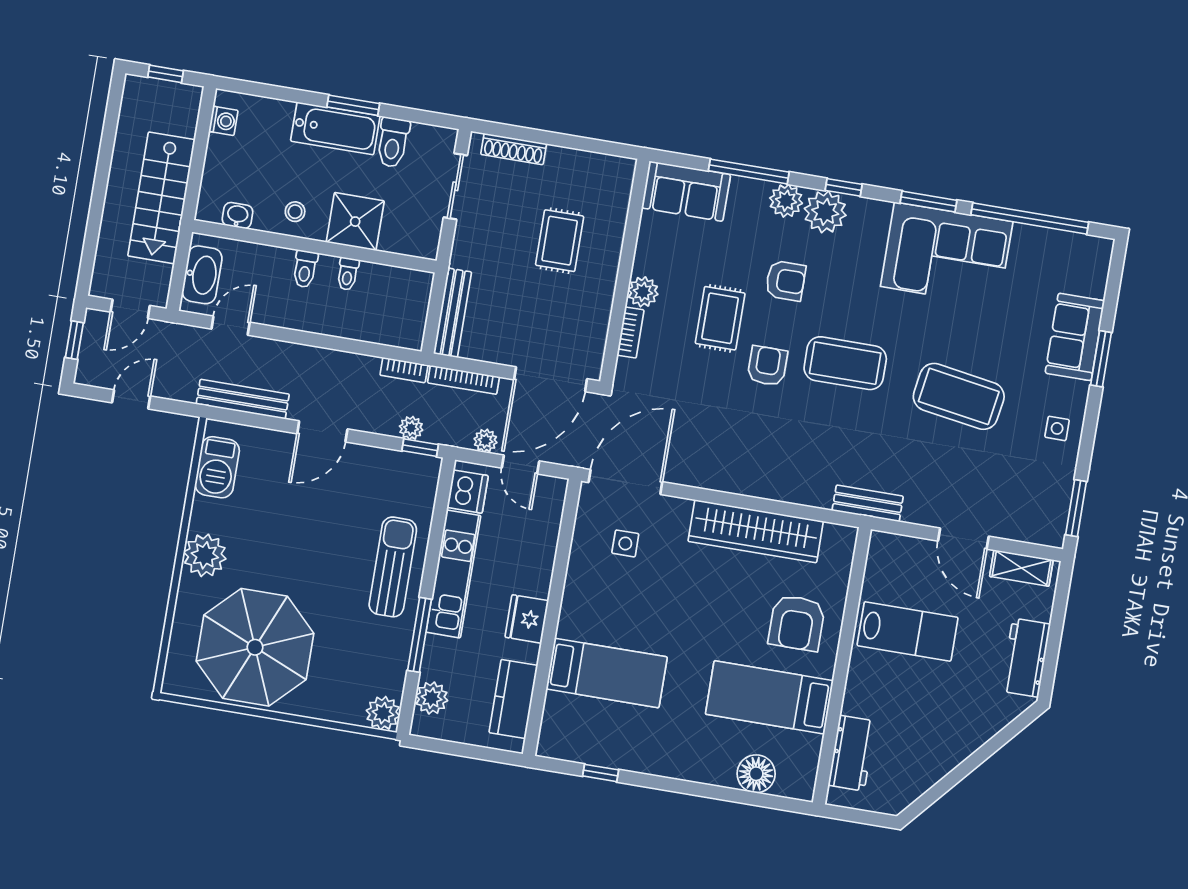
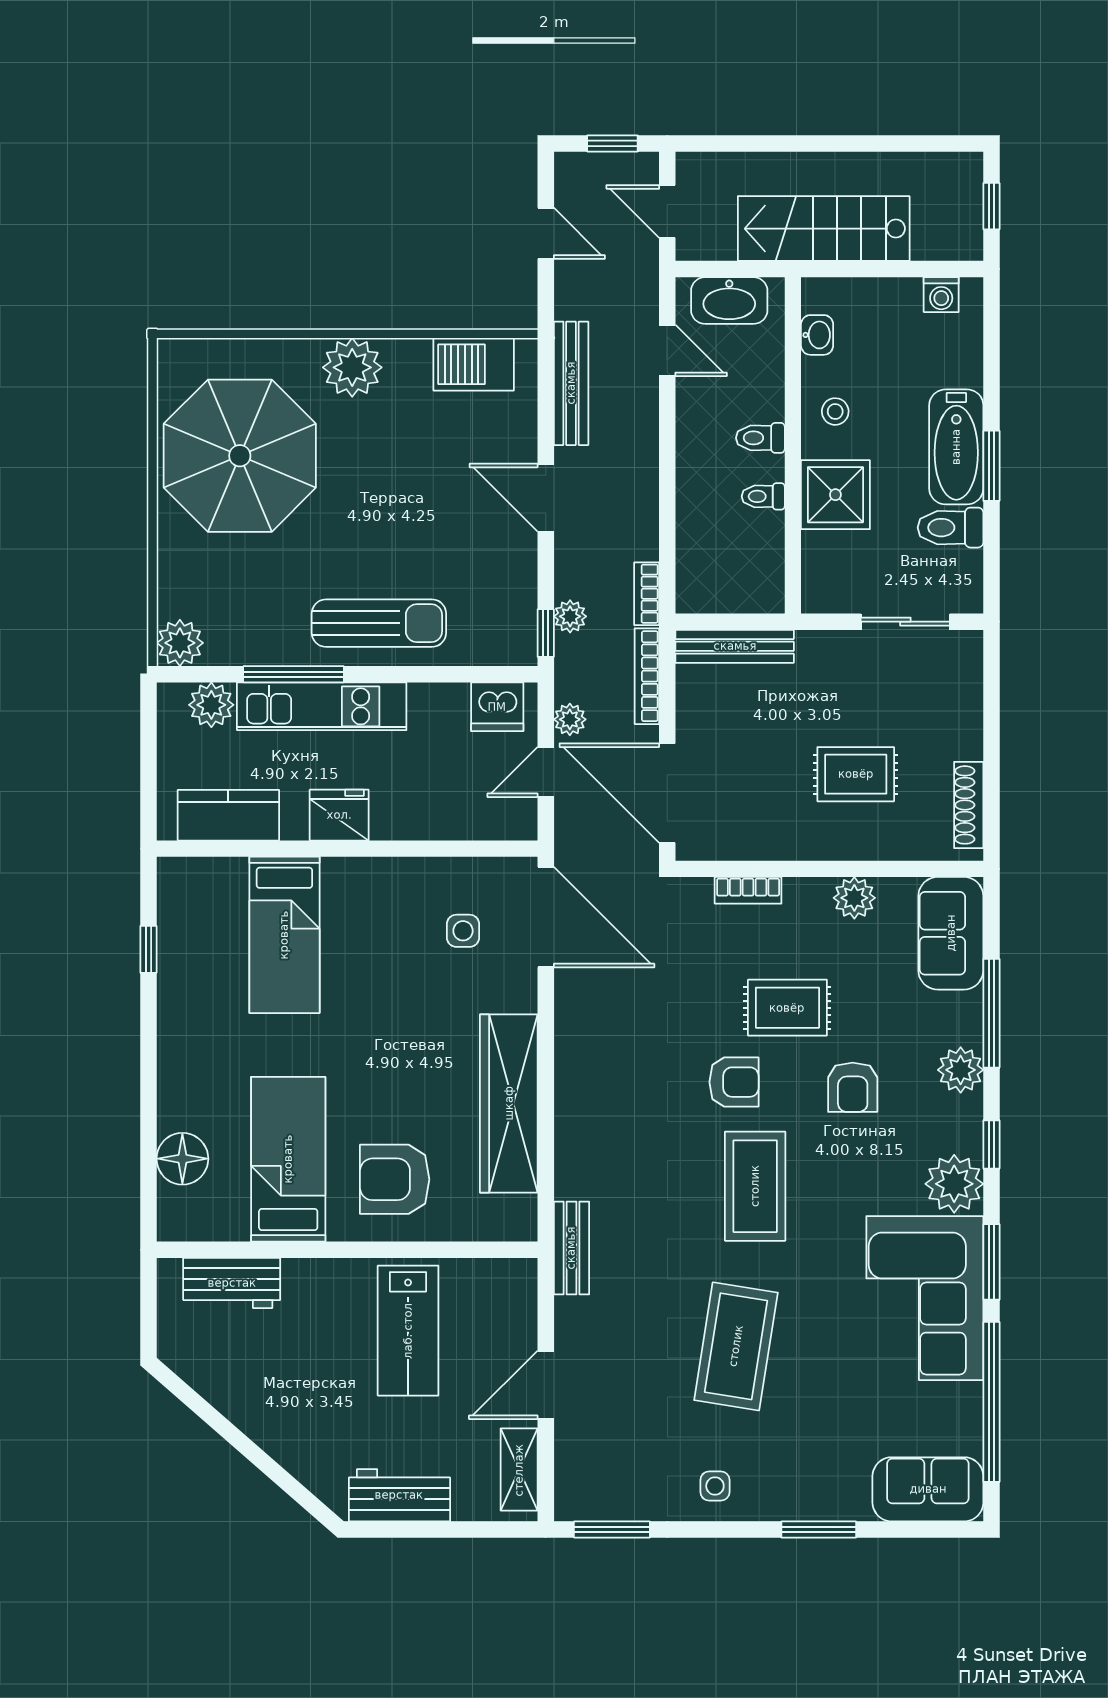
shoe rack: (514, 149) -> (969, 805), moved
plant: (825, 212) -> (954, 1184), moved
plant: (643, 292) -> (854, 898), moved
sofa: (1075, 337) -> (928, 1489), moved
kitchen unit: (453, 574) -> (322, 706), moved

